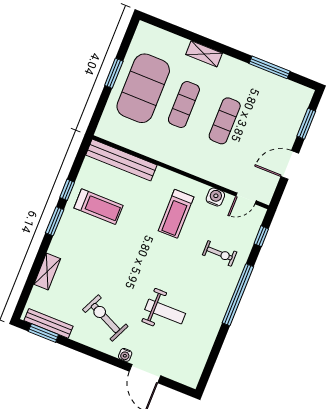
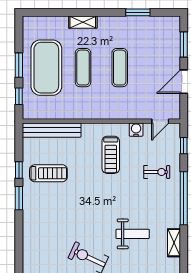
window: (270, 67) -> (138, 12), width x0.69
window: (100, 108) -> (19, 96), added
shelving: (47, 271) -> (174, 243), moved

